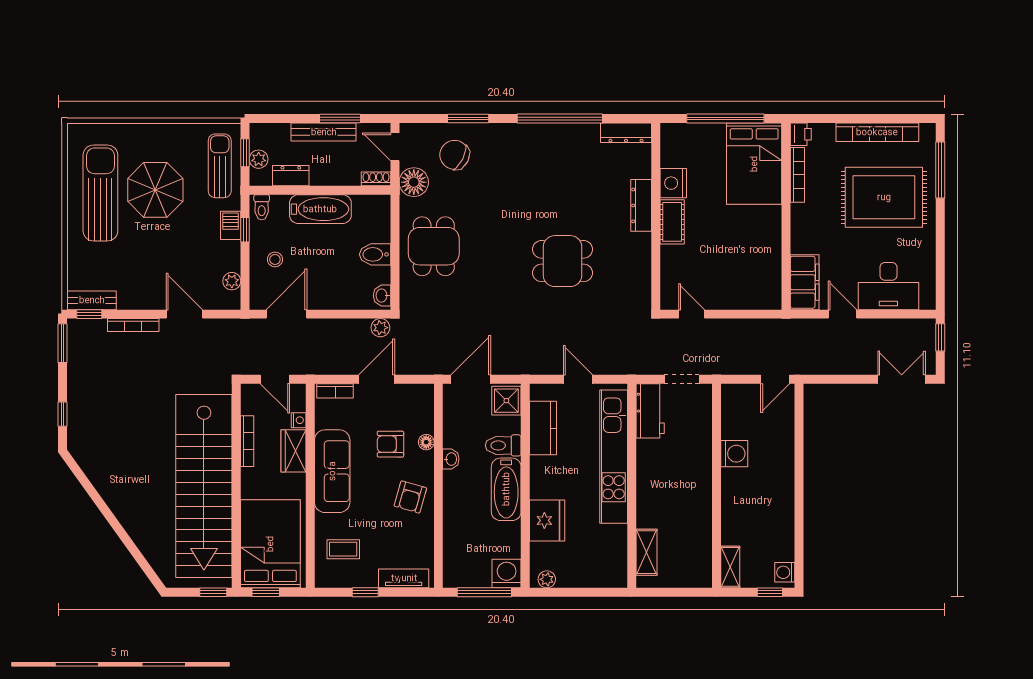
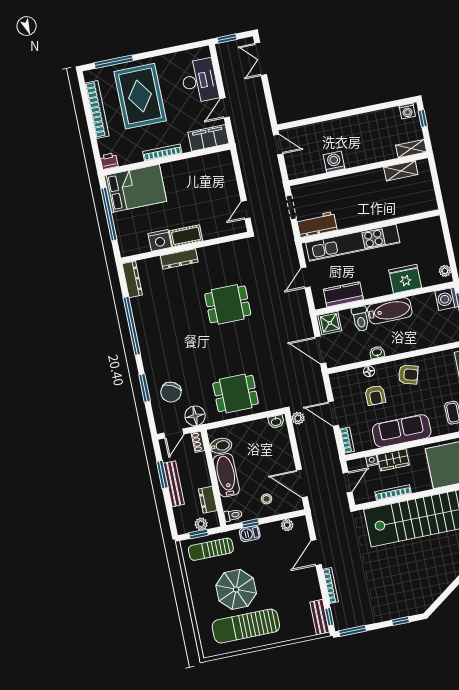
bookcase: (797, 175) -> (162, 152), moved
bidet: (375, 254) -> (221, 446), moved, turned -90
dining table: (563, 261) -> (228, 304), turned 90
shelving: (647, 552) -> (401, 171), moved

